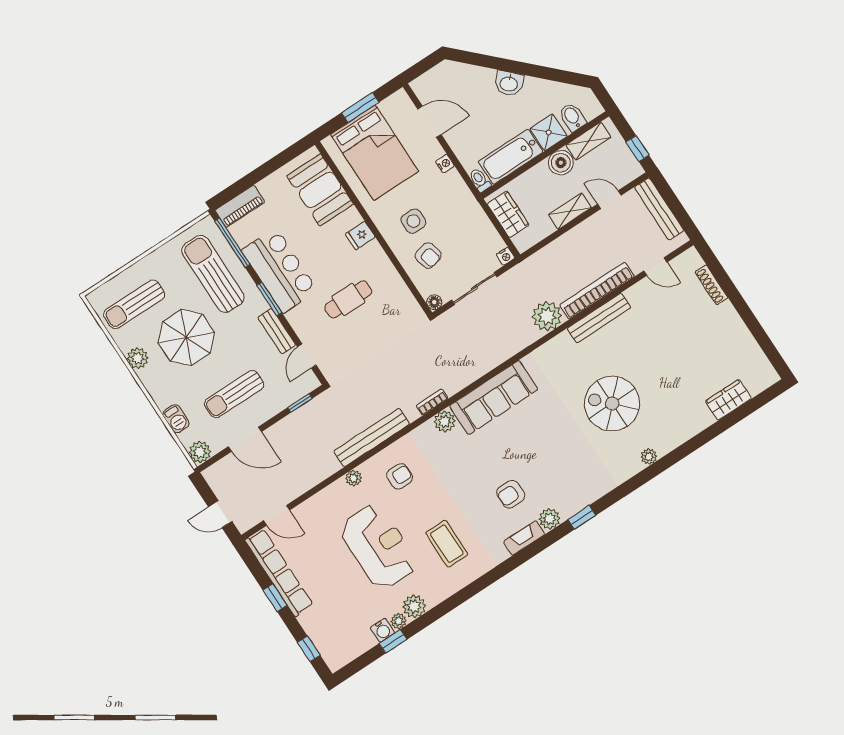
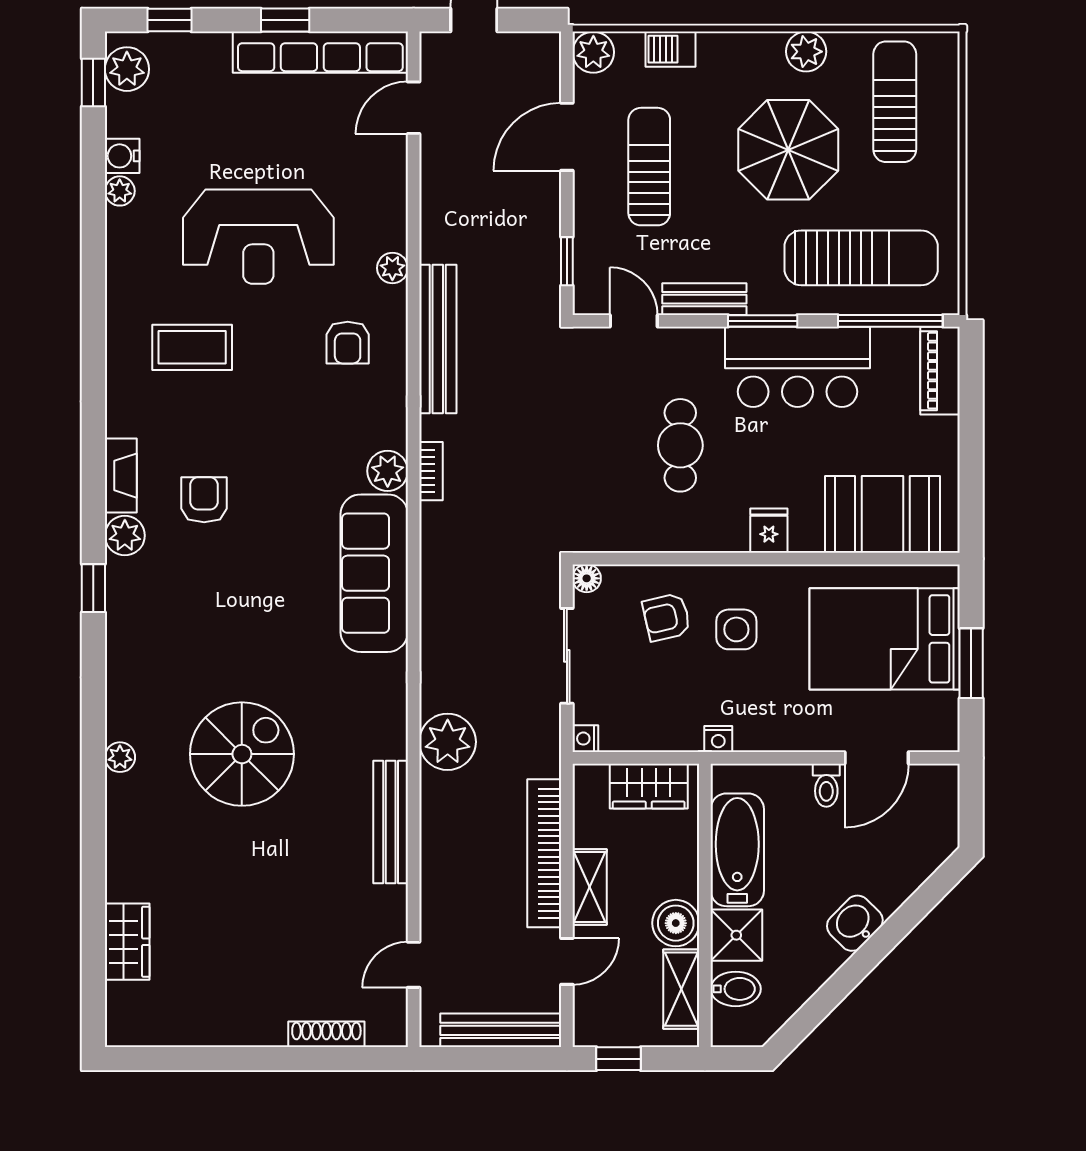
nightstand: (445, 164) -> (718, 739), moved
toilet: (480, 180) -> (826, 785), moved, turned 90
bookcase: (597, 291) -> (544, 853), moved, turned 180
plant: (414, 606) -> (127, 69), moved
window: (393, 641) -> (93, 82), moved

